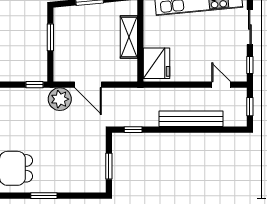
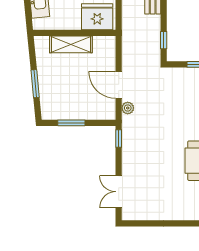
door: (88, 85) -> (119, 85), swing flipped
plant: (60, 99) -> (128, 108), width x0.53, depth x0.53

